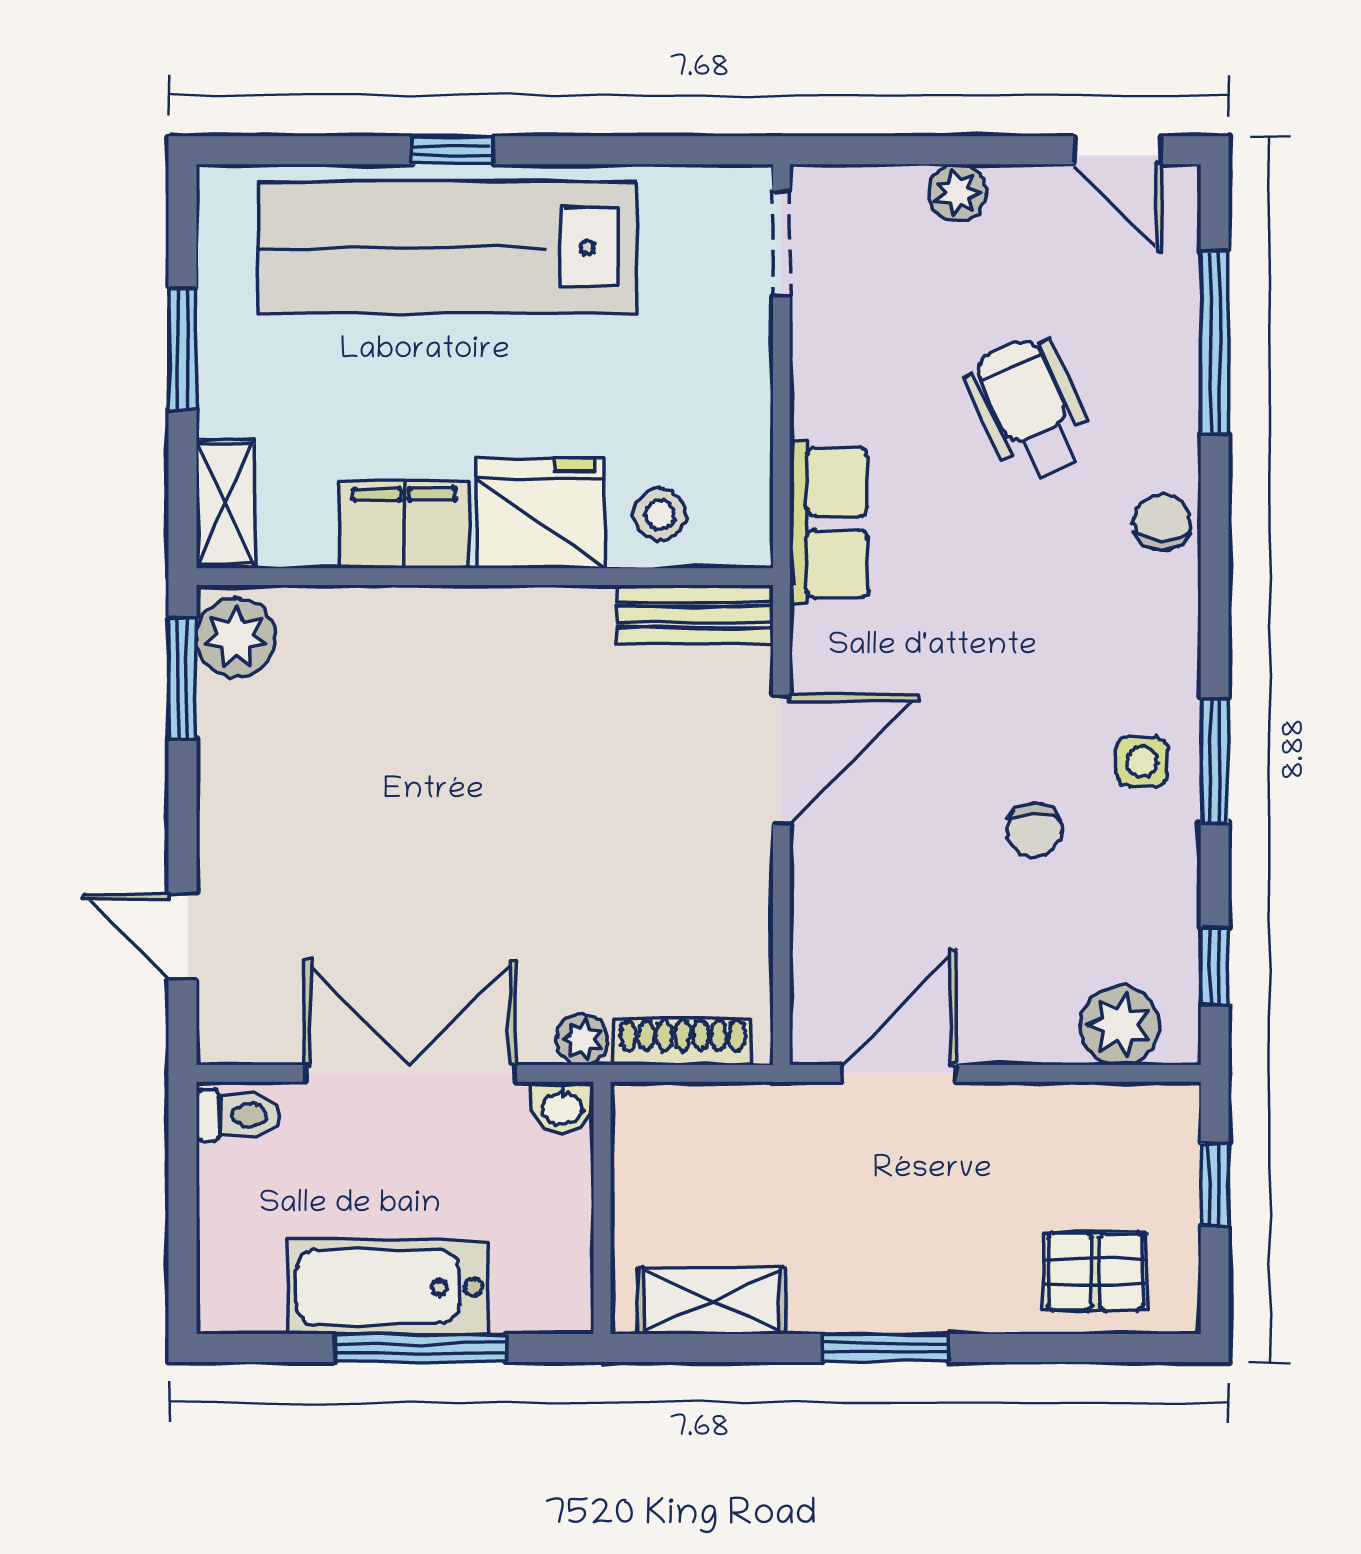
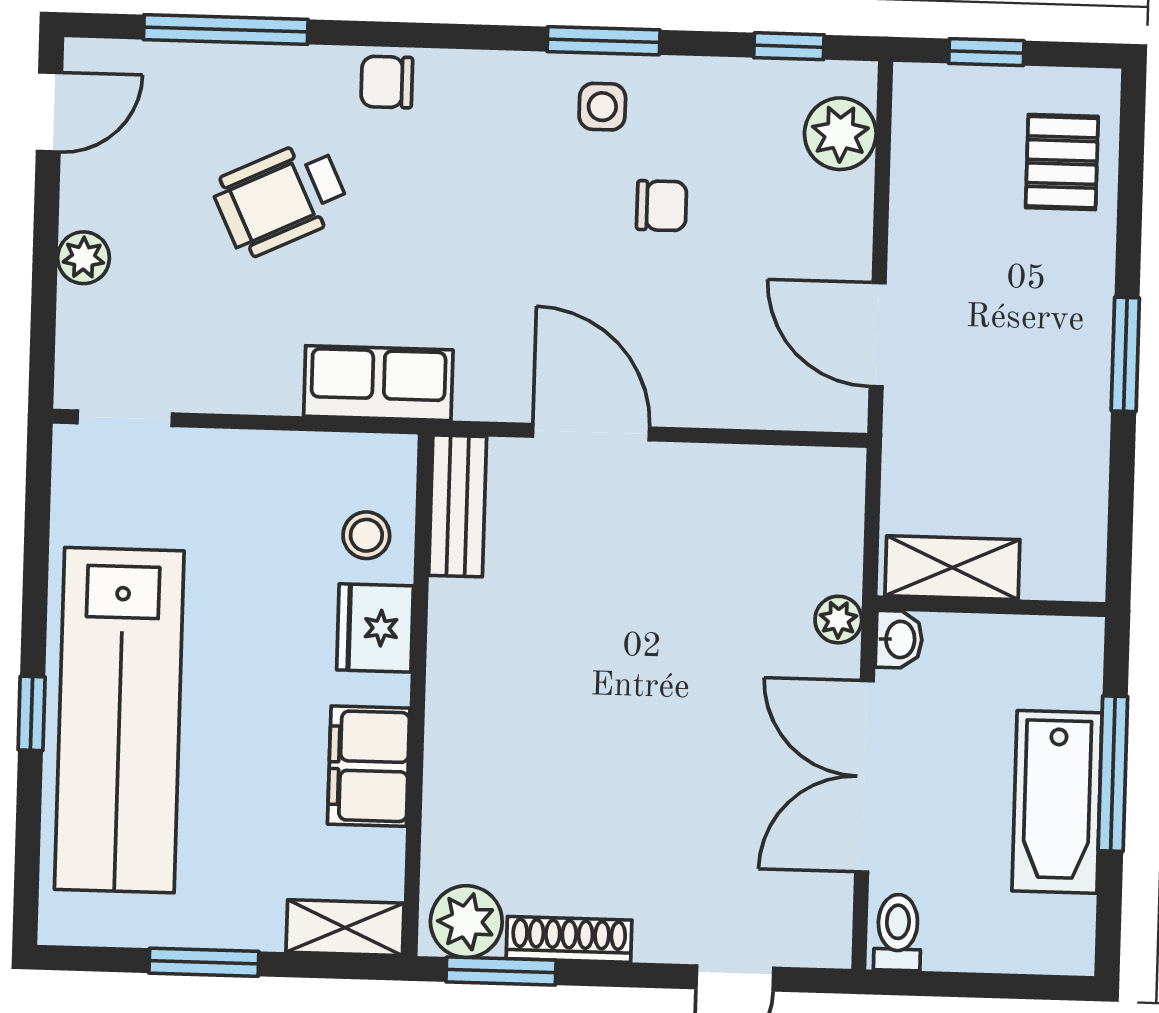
fridge: (541, 513) -> (375, 628), width x0.73, depth x0.75
shoe rack: (682, 1042) -> (569, 939), moved, turned 90
shelving: (712, 1301) -> (952, 568), moved, turned 90

